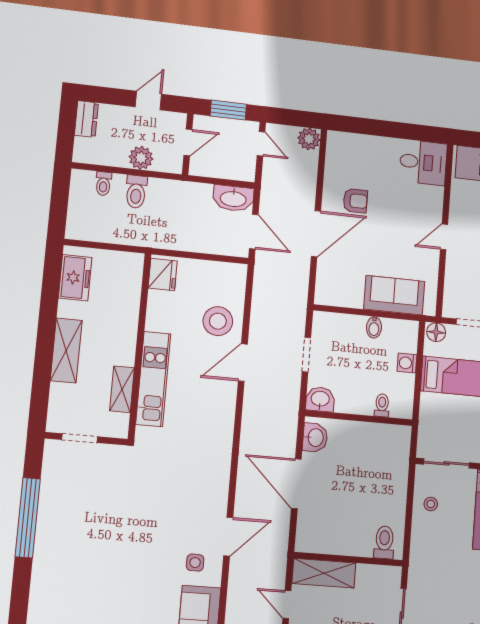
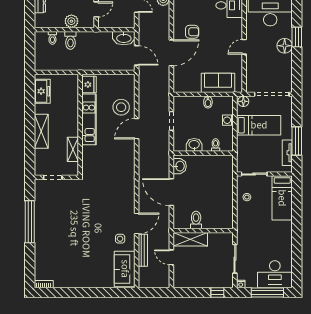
kitchen unit: (153, 379) -> (89, 119), moved
washbasin: (320, 399) -> (194, 145), moved
toilet: (384, 542) -> (196, 220), moved
bench: (236, 587) -> (143, 250), added

